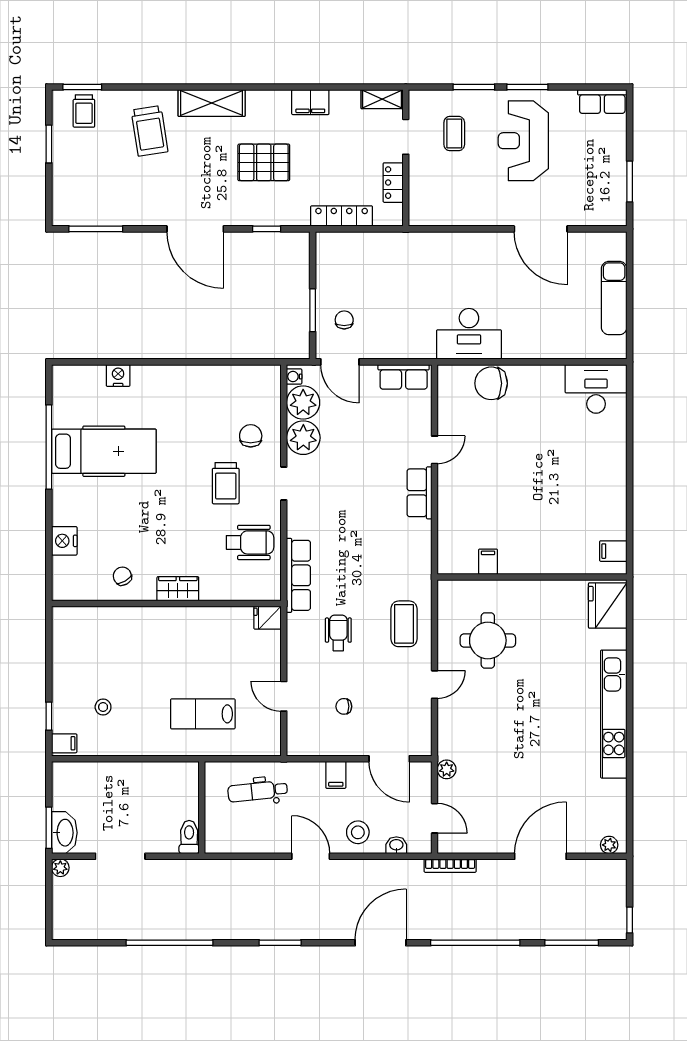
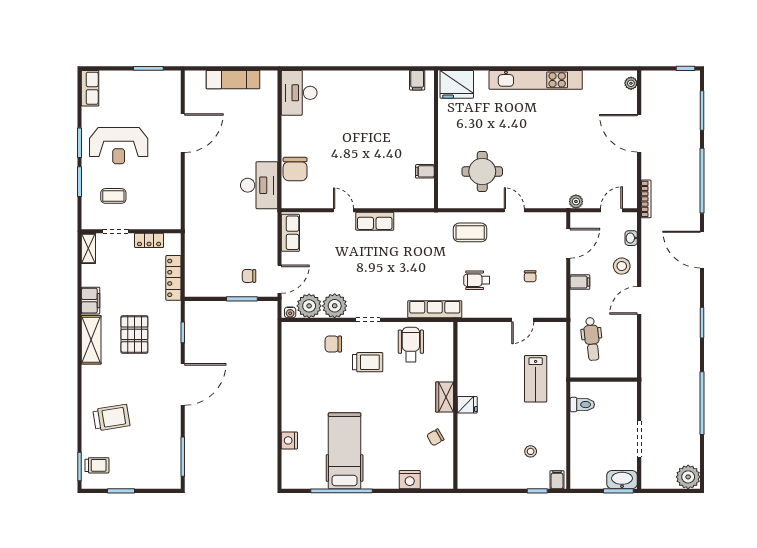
shelving: (212, 103) -> (91, 340), moved
fridge: (268, 618) -> (467, 405), moved, turned -90
toilet: (189, 837) -> (582, 405), moved, turned 180
plant: (60, 868) -> (688, 477), moved, width x1.87, depth x1.87

